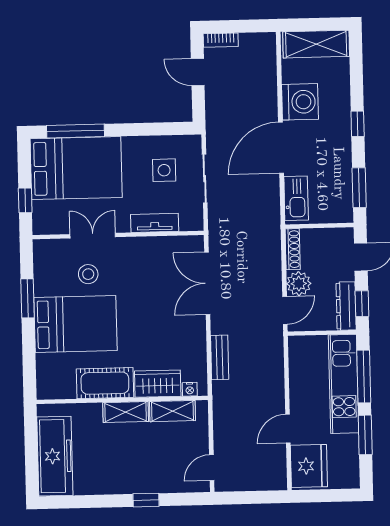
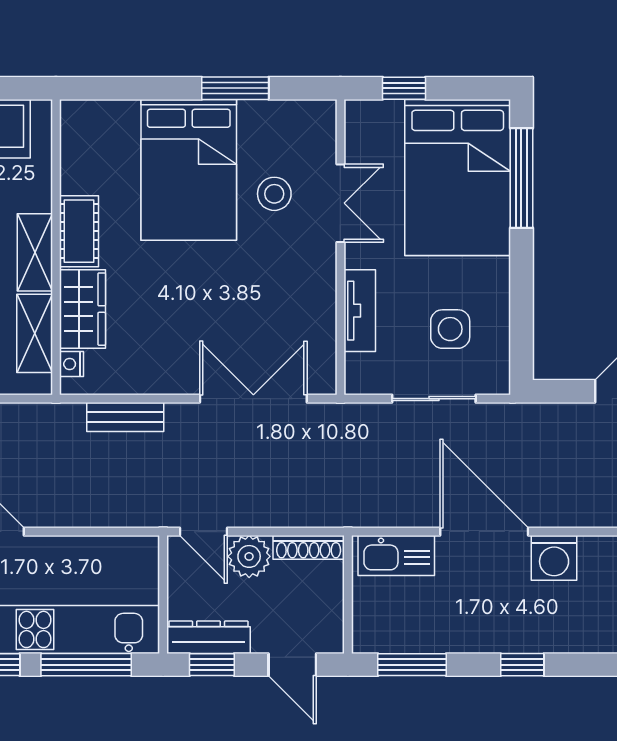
washing machine: (300, 102) -> (554, 558), width x0.73, depth x0.73
cot: (105, 383) -> (79, 231), width x0.73, depth x0.75

